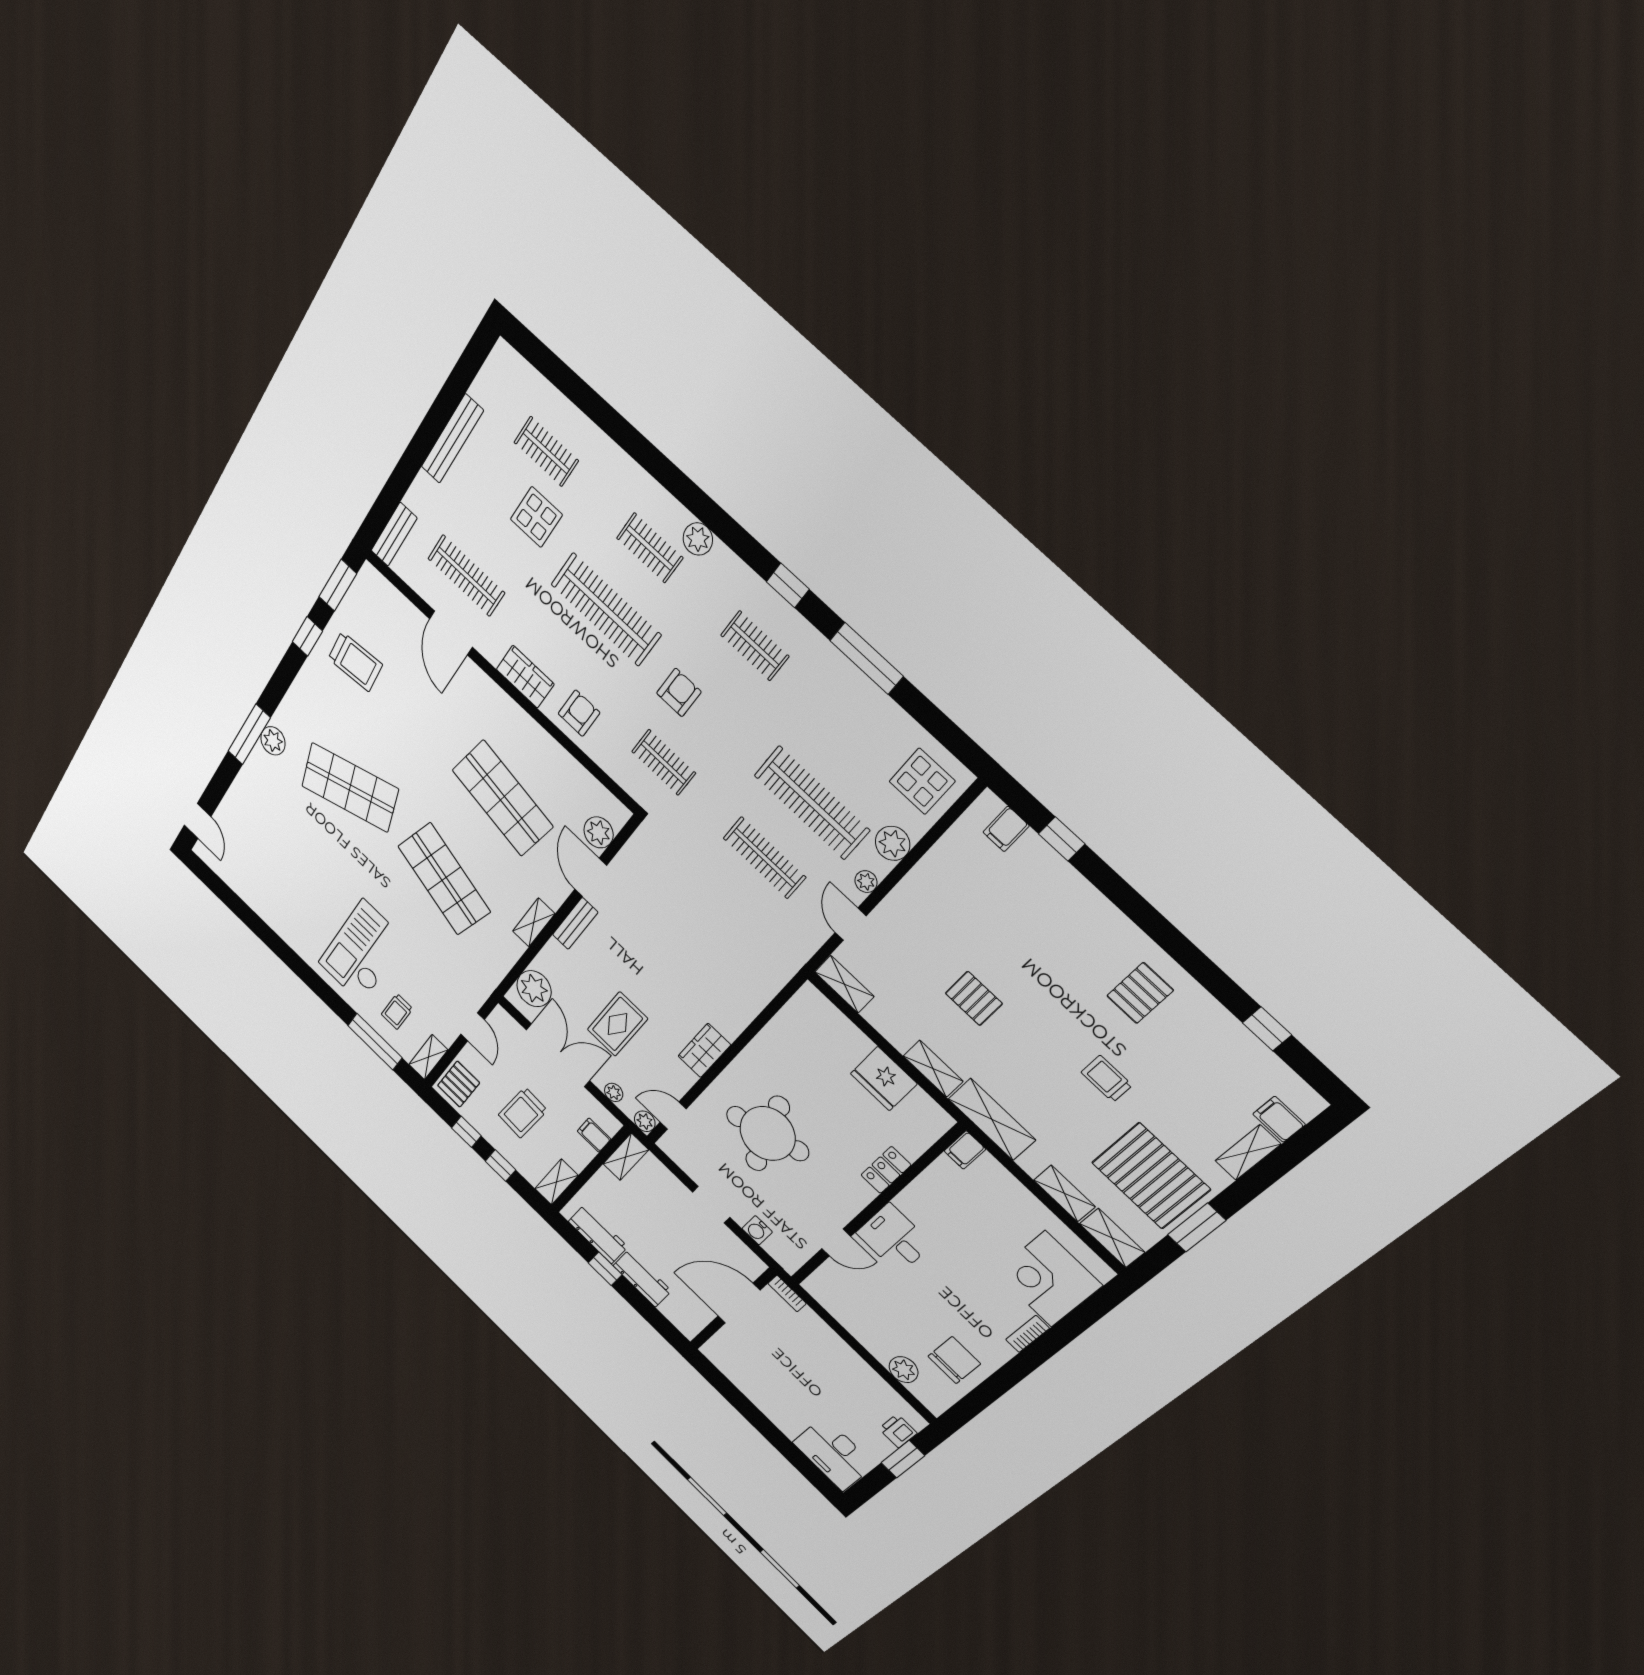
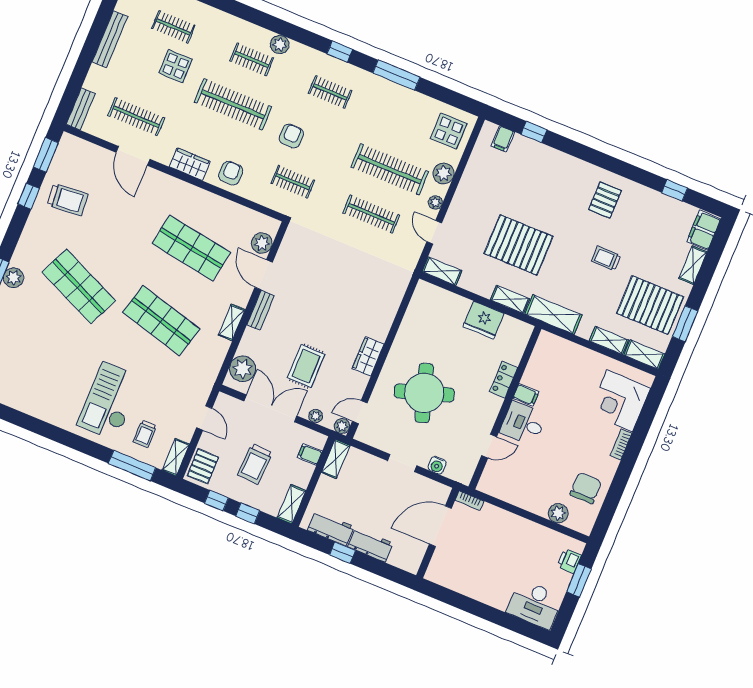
shop shelf: (350, 787) -> (79, 286), turned 42
pallet: (974, 998) -> (519, 245), width x2.05, depth x2.00
filing cabinet: (1279, 1119) -> (704, 230), width x2.00
filing cabinet: (965, 1150) -> (526, 395), moved, turned -90

